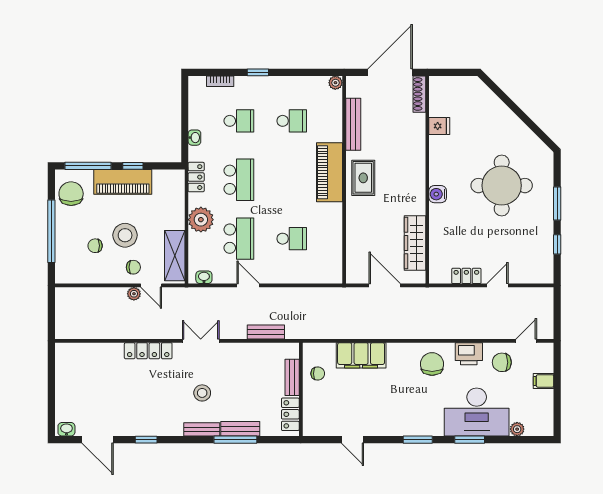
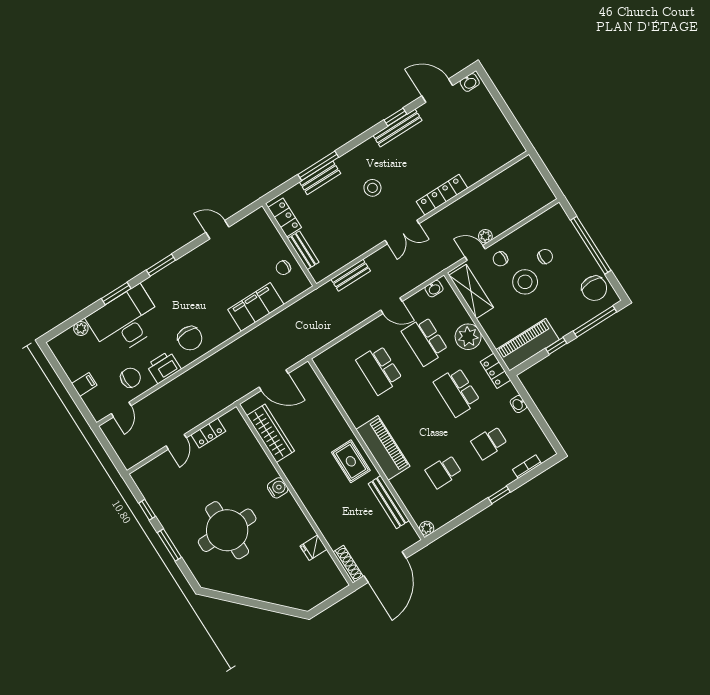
piano: (123, 182) -> (528, 345), moved
school desk: (292, 239) -> (379, 370), width x1.85
bench: (202, 429) -> (398, 128), moved, width x1.36

